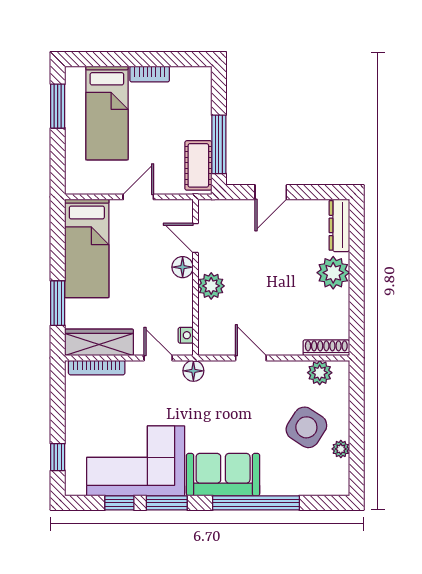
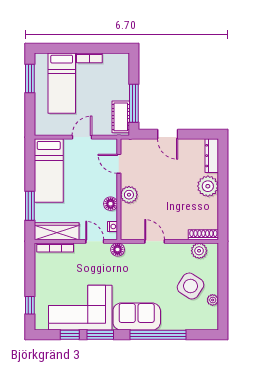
door: (271, 192) -> (168, 134), hinge flipped
floor lamp: (183, 267) -> (111, 204), moved

